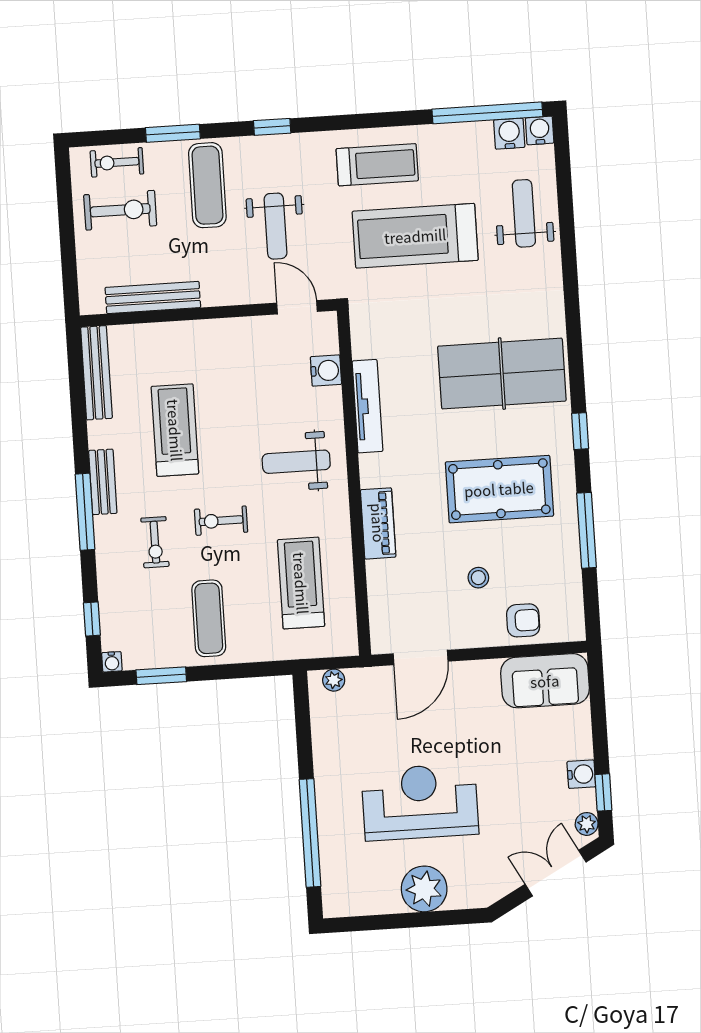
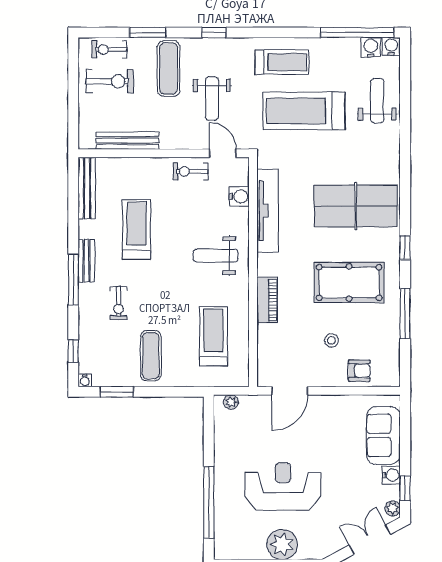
tv unit: (367, 406) -> (268, 211), width x1.36, depth x1.29
exercise bike: (221, 521) -> (190, 171), moved
sofa: (545, 681) -> (383, 435), moved, turned 90

